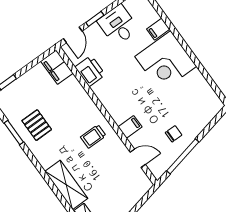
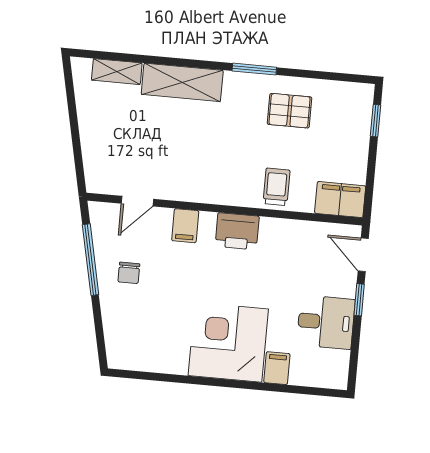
printer: (90, 71) -> (237, 231), moved
window: (14, 133) -> (254, 69), moved
trolley: (93, 136) -> (276, 187), moved

